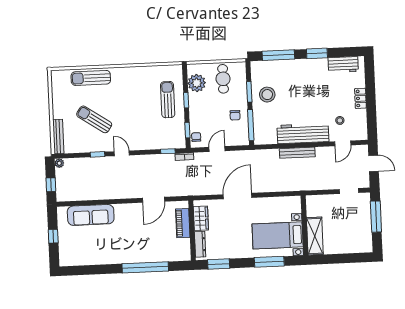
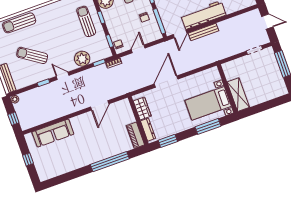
plant: (150, 141) -> (82, 59), added
door: (343, 143) -> (180, 34), moved
piano: (183, 223) -> (135, 135), moved

